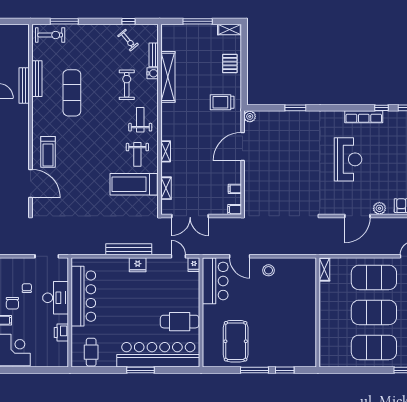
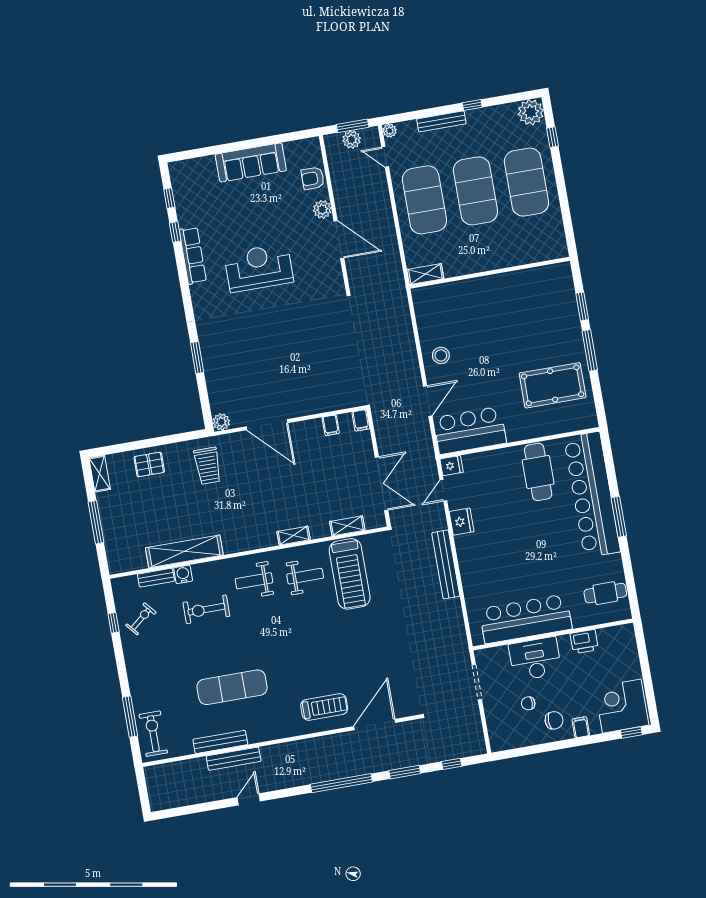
fridge: (138, 265) -> (462, 522), moved

